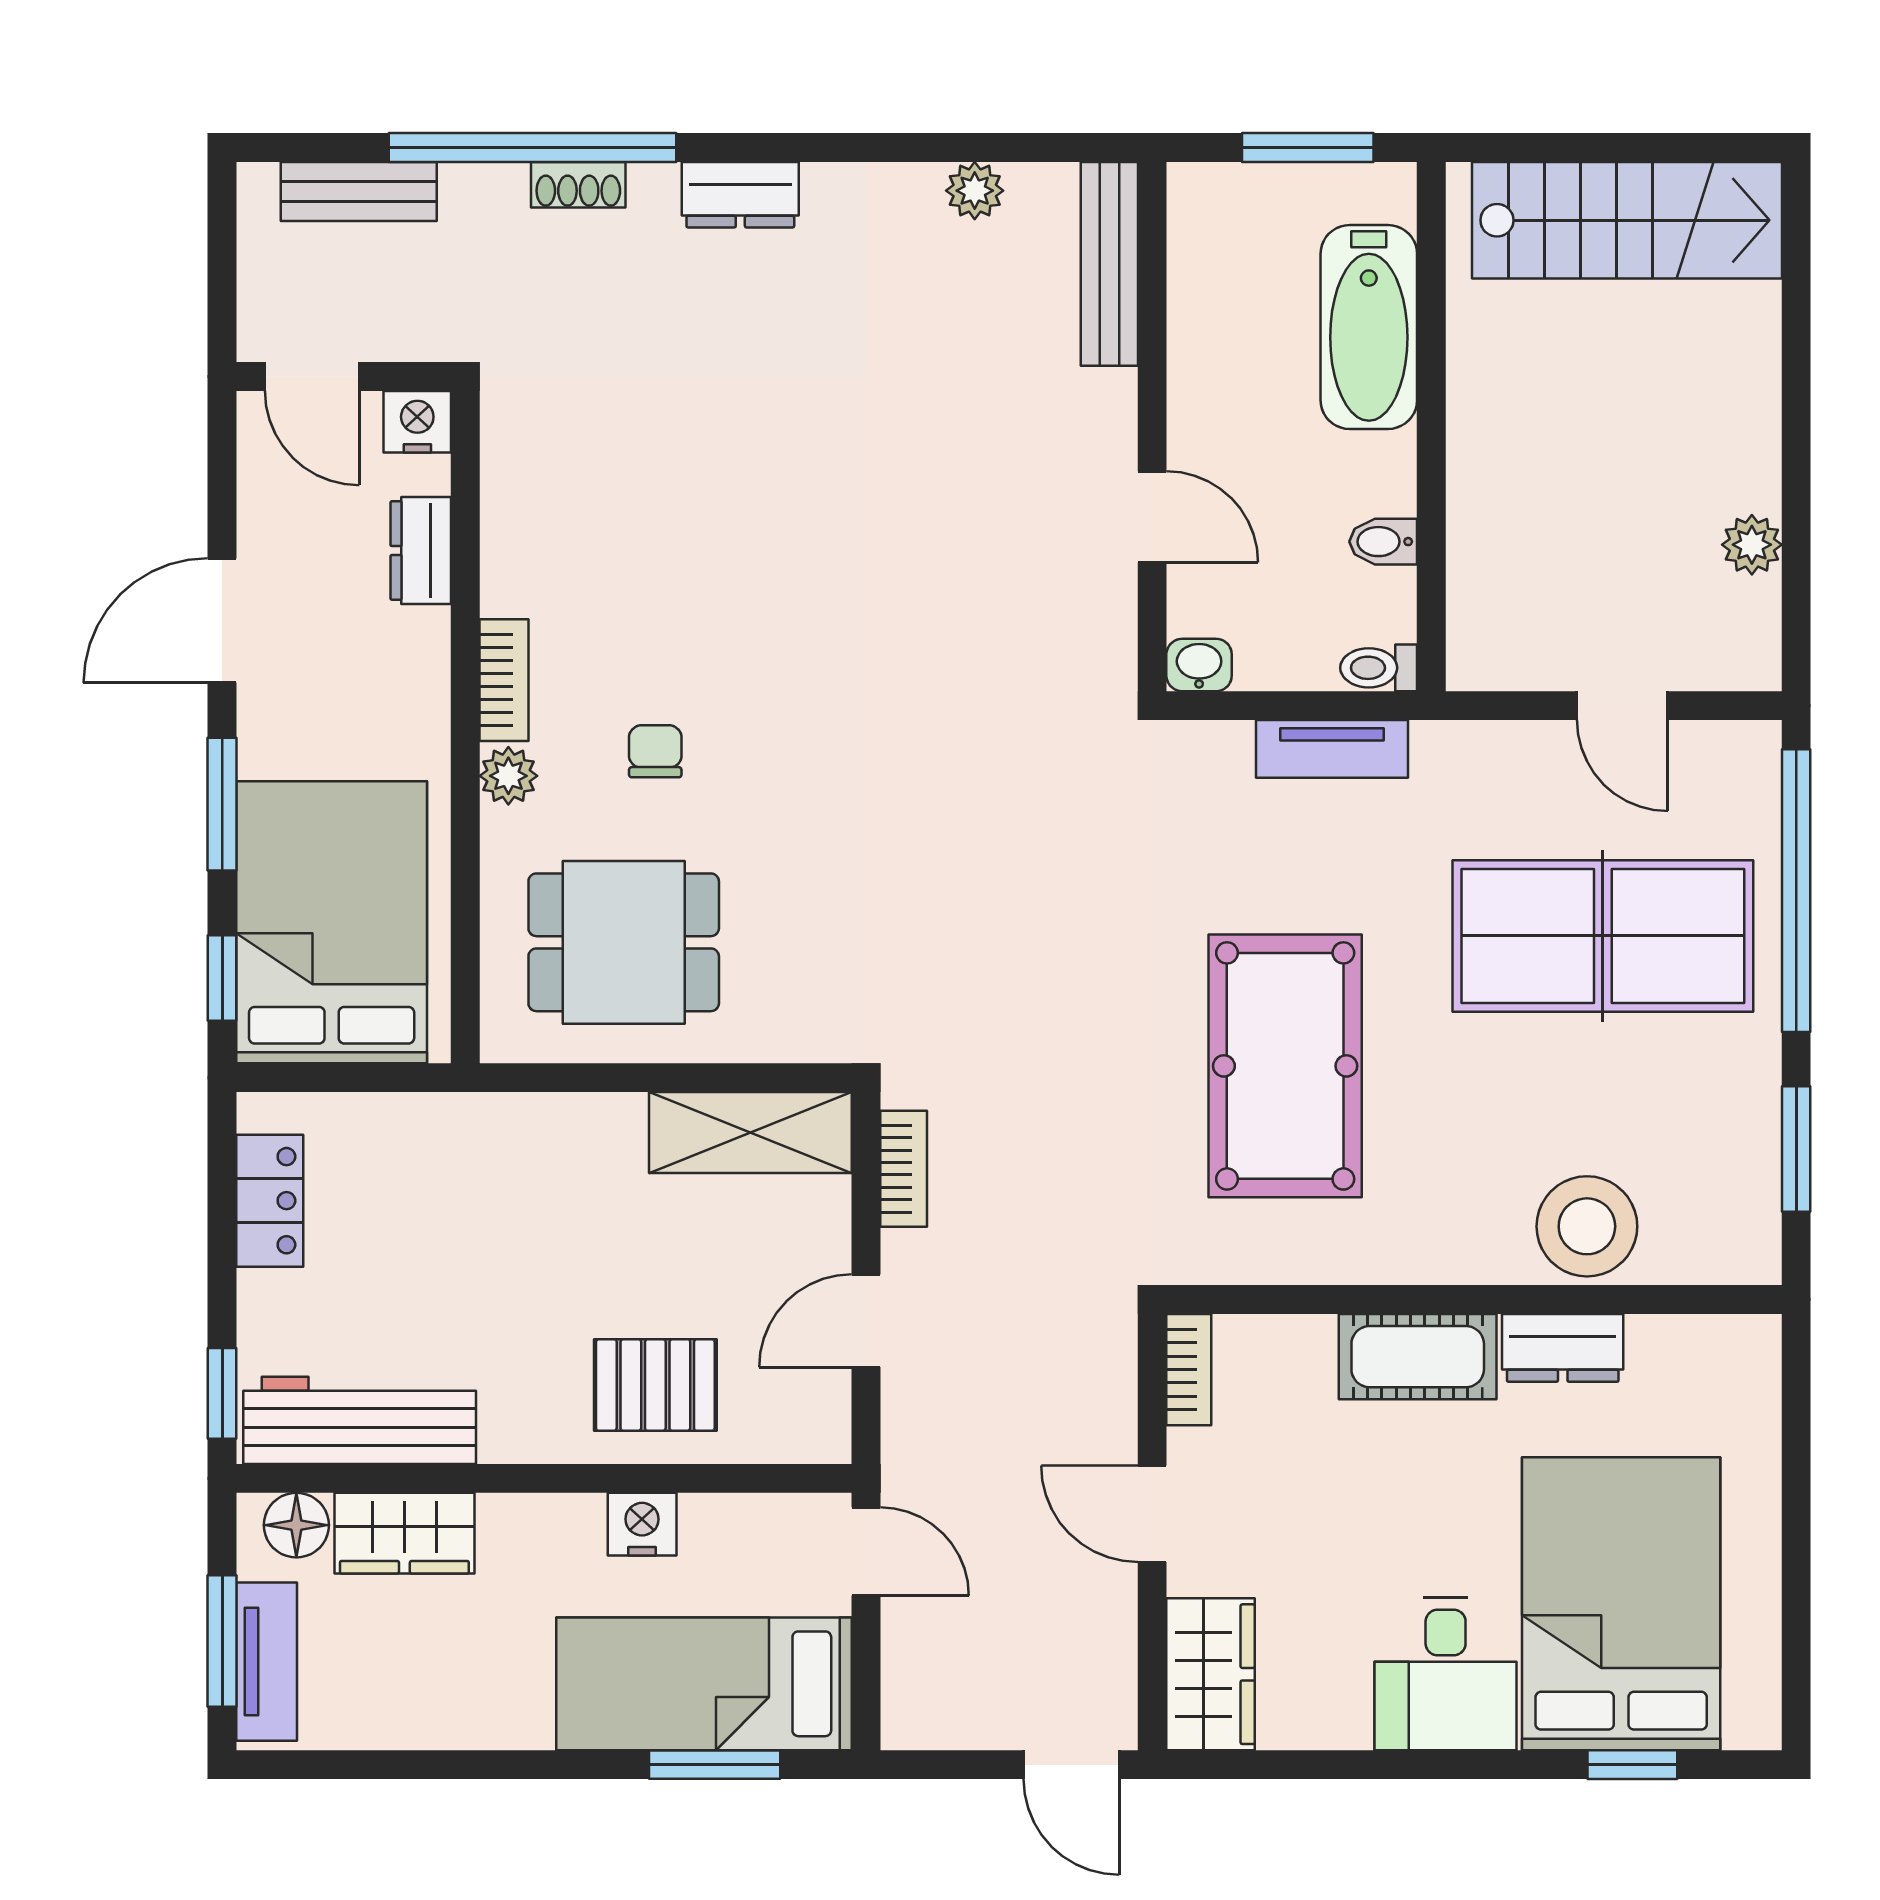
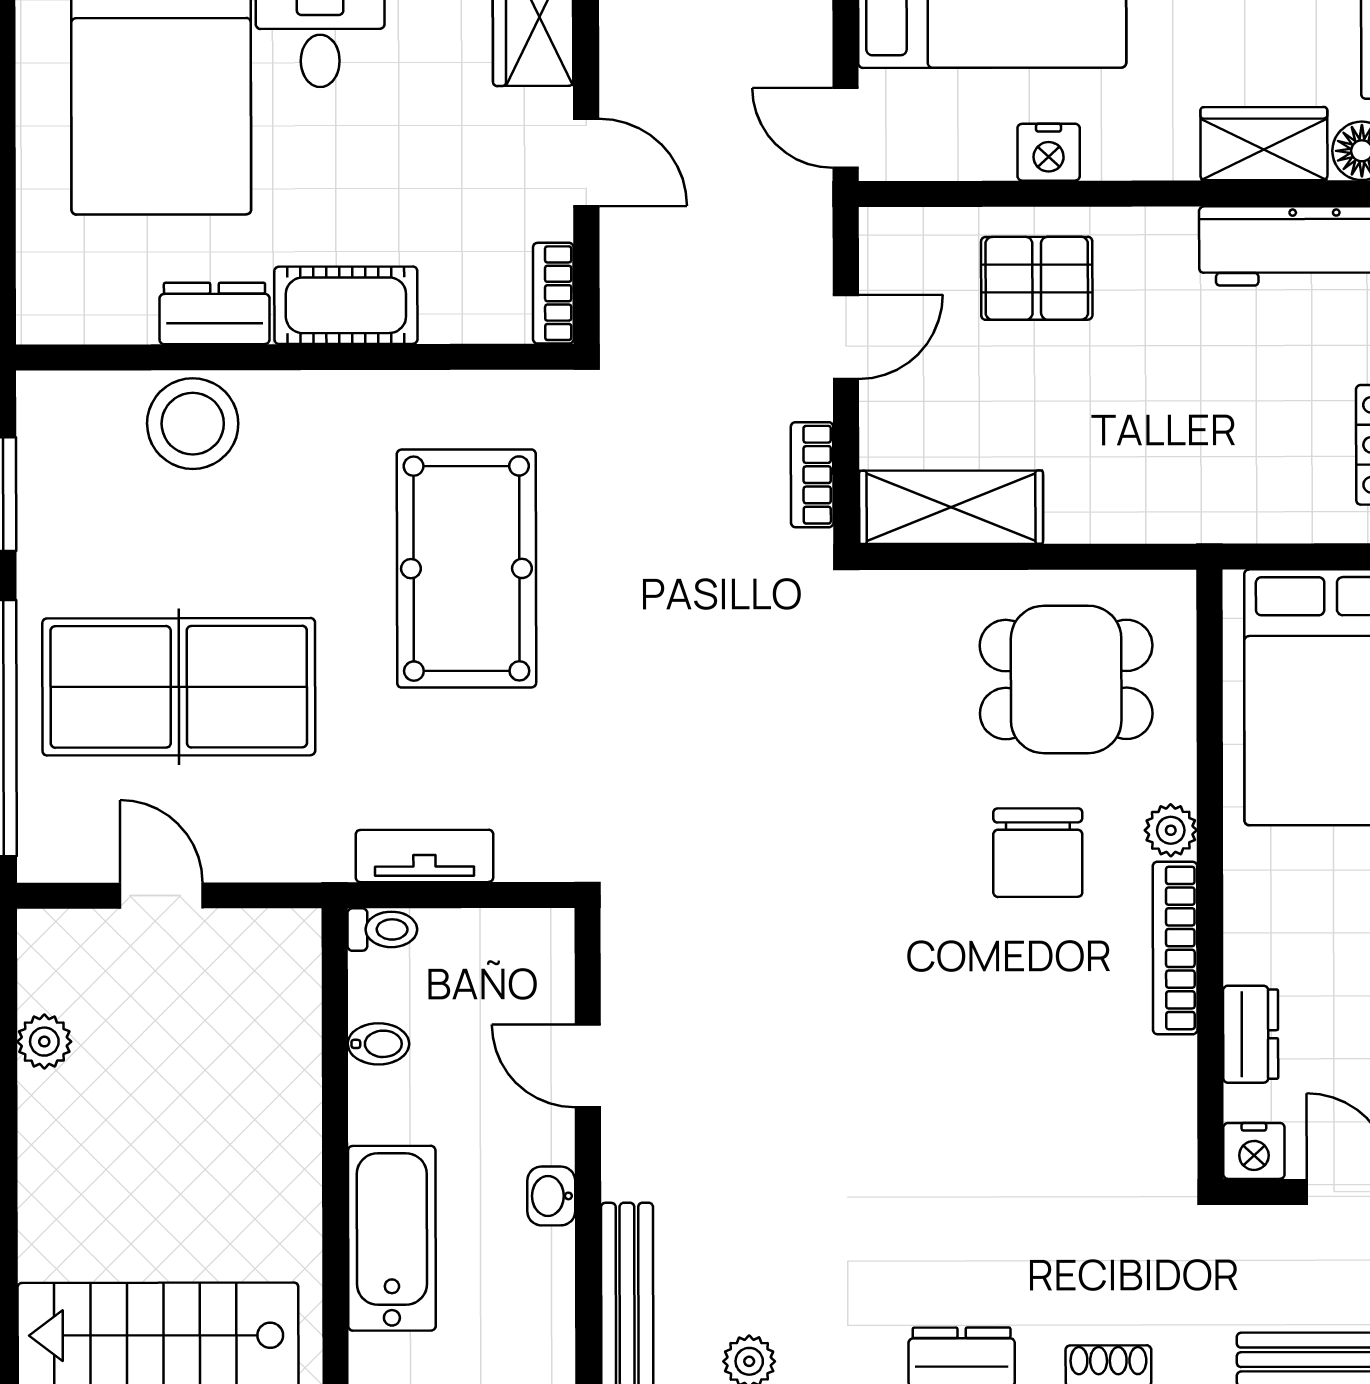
washbasin: (1199, 665) -> (551, 1196), moved, turned 90
bookcase: (504, 680) -> (1175, 948), width x1.56
chair: (655, 751) -> (1038, 853), width x1.87, depth x1.87

